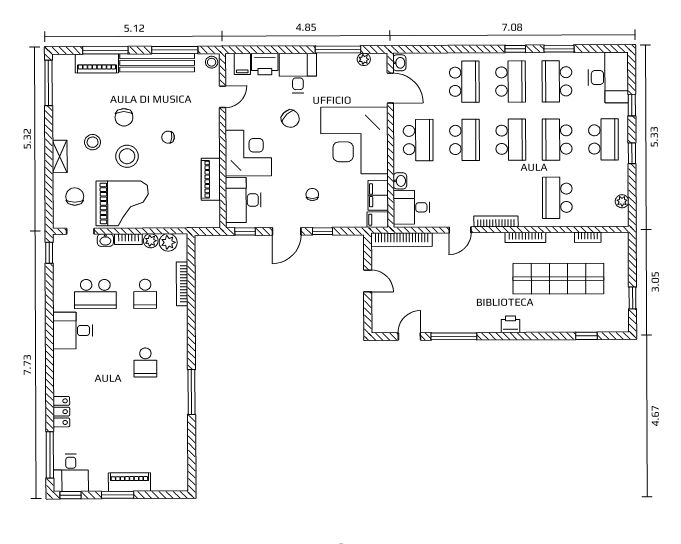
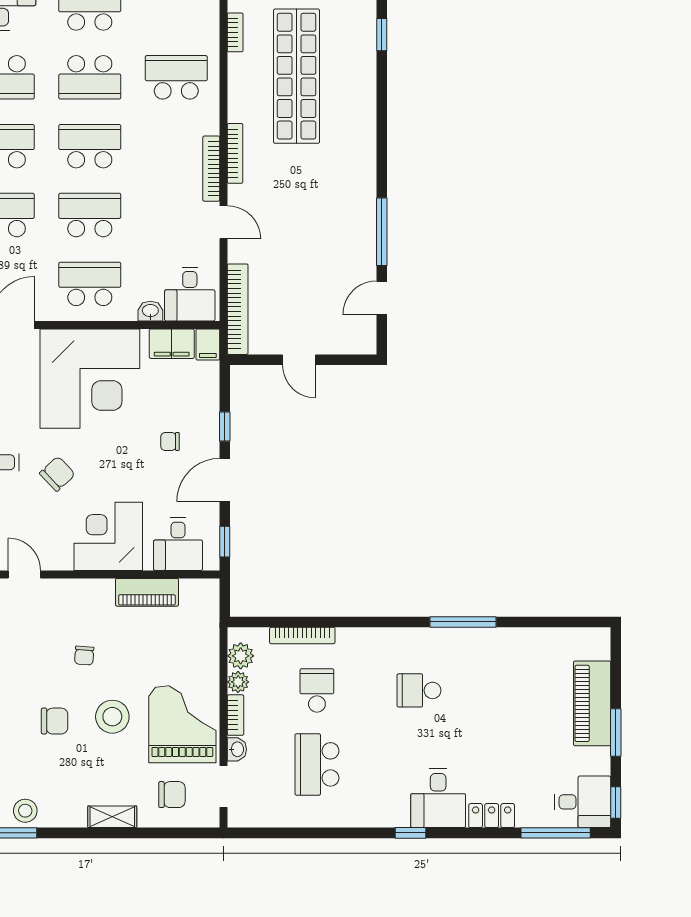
stool: (93, 142) -> (25, 811), moved
chair: (75, 197) -> (172, 795), turned 180
school desk: (557, 198) -> (176, 77), turned 180
desk: (243, 200) -> (178, 544), width x0.73
door: (287, 231) -> (225, 480), swing flipped
bookcase: (525, 237) -> (235, 153), moved
window: (49, 253) -> (410, 833), moved
door: (368, 281) -> (299, 360), swing flipped
school desk: (95, 294) -> (317, 764), turned 180
school desk: (145, 294) -> (317, 690), turned -90
printer: (511, 324) -> (364, 148), removed
desk: (73, 331) -> (438, 798), moved
door: (409, 336) -> (382, 298), hinge flipped
school desk: (145, 362) -> (419, 690), turned 180
piano: (129, 482) -> (592, 703), width x1.37, depth x1.33

